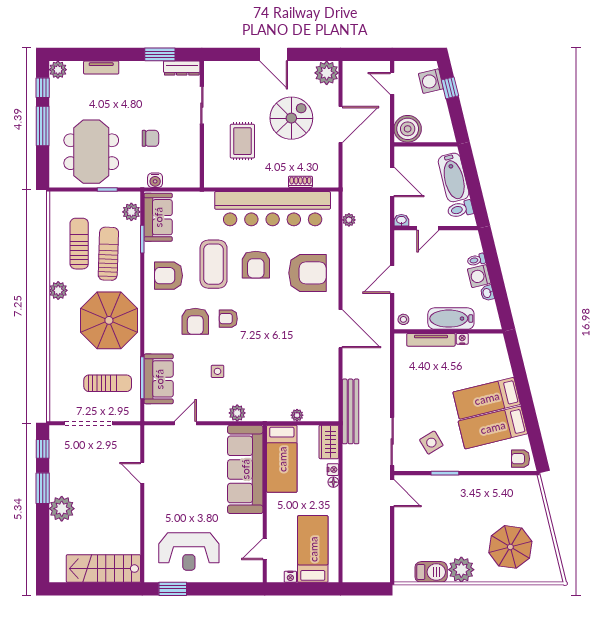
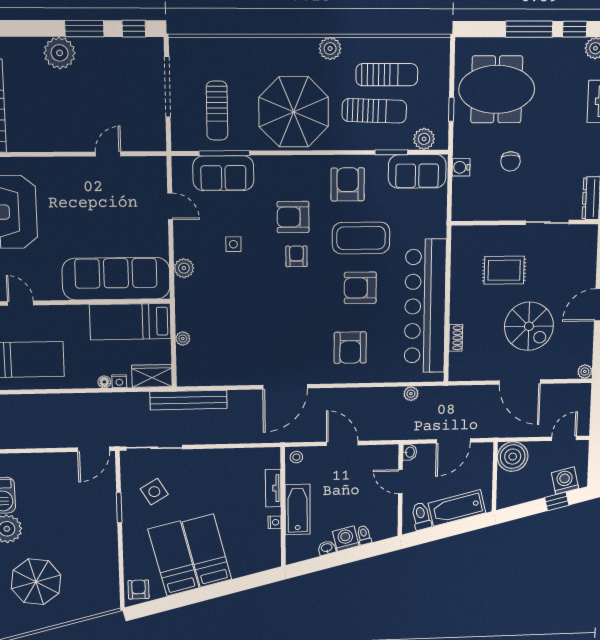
plant: (327, 73) -> (585, 371), width x0.53, depth x0.53
armchair: (307, 273) -> (350, 348), width x0.73, depth x0.73
tv unit: (431, 340) -> (273, 488), width x0.71

